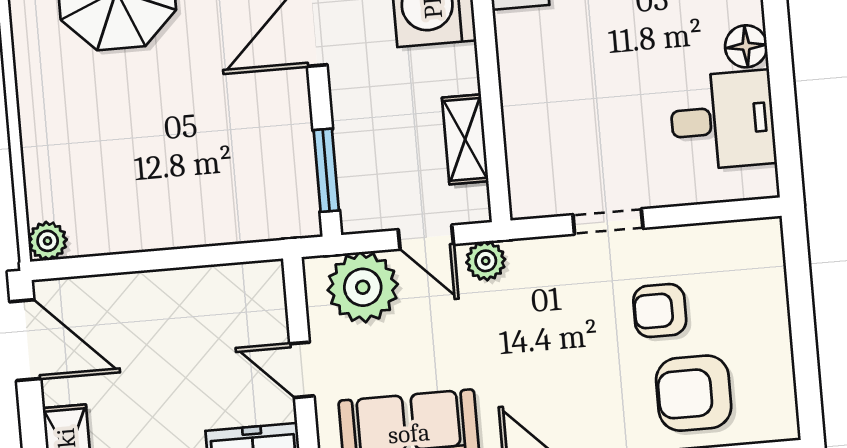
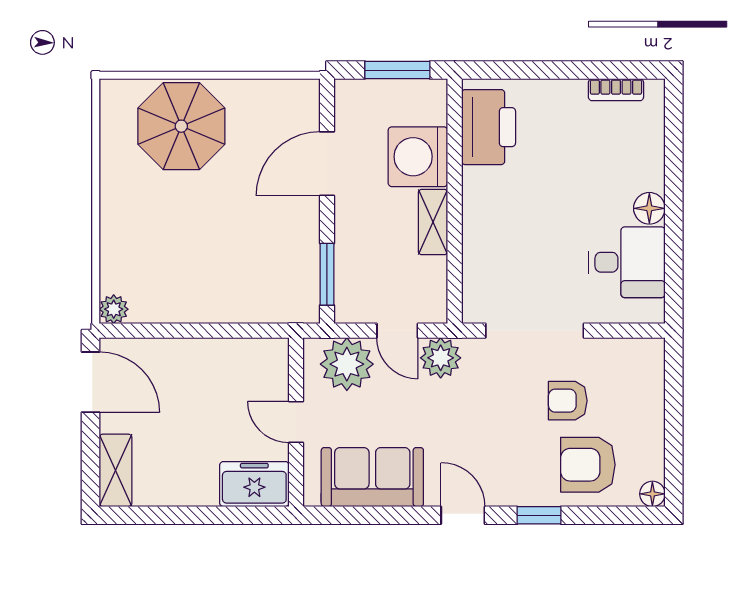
shelving: (465, 139) -> (433, 222), moved
doorway: (608, 221) -> (535, 331), width x1.87
plant: (486, 261) -> (441, 358), width x1.38, depth x1.38
floor lamp: (783, 424) -> (652, 494), added

